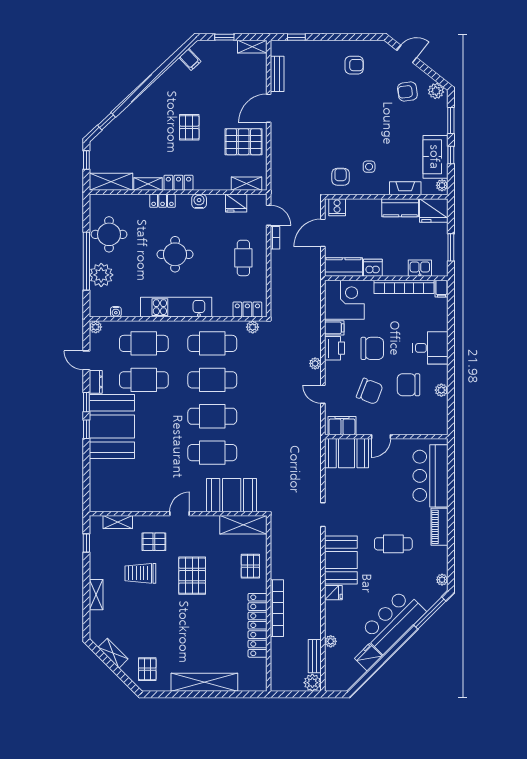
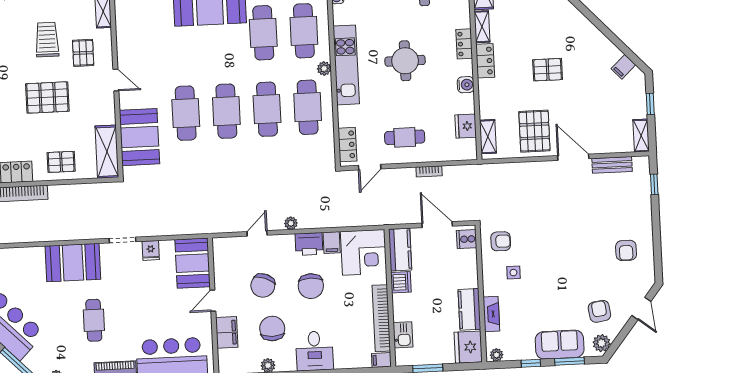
sofa: (435, 157) -> (560, 345), moved
door: (269, 215) -> (370, 167), moved
plant: (253, 327) -> (324, 68), moved
filing cabinet: (342, 426) -> (227, 332), moved
door: (381, 437) -> (213, 301), hinge flipped
fridge: (333, 593) -> (151, 250), moved

